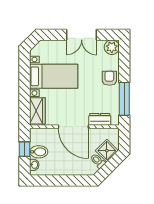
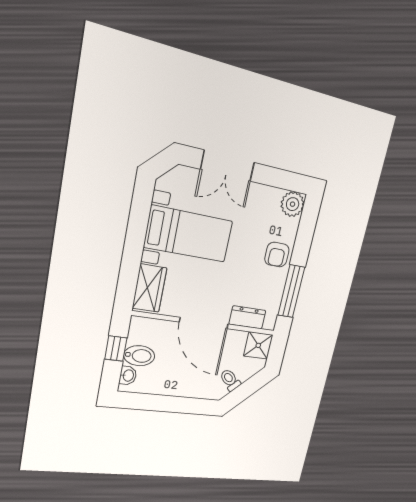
double door: (82, 35) -> (228, 166), moved
armchair: (109, 78) -> (277, 255), turned 180
shower: (107, 151) -> (258, 345), moved, turned 45

